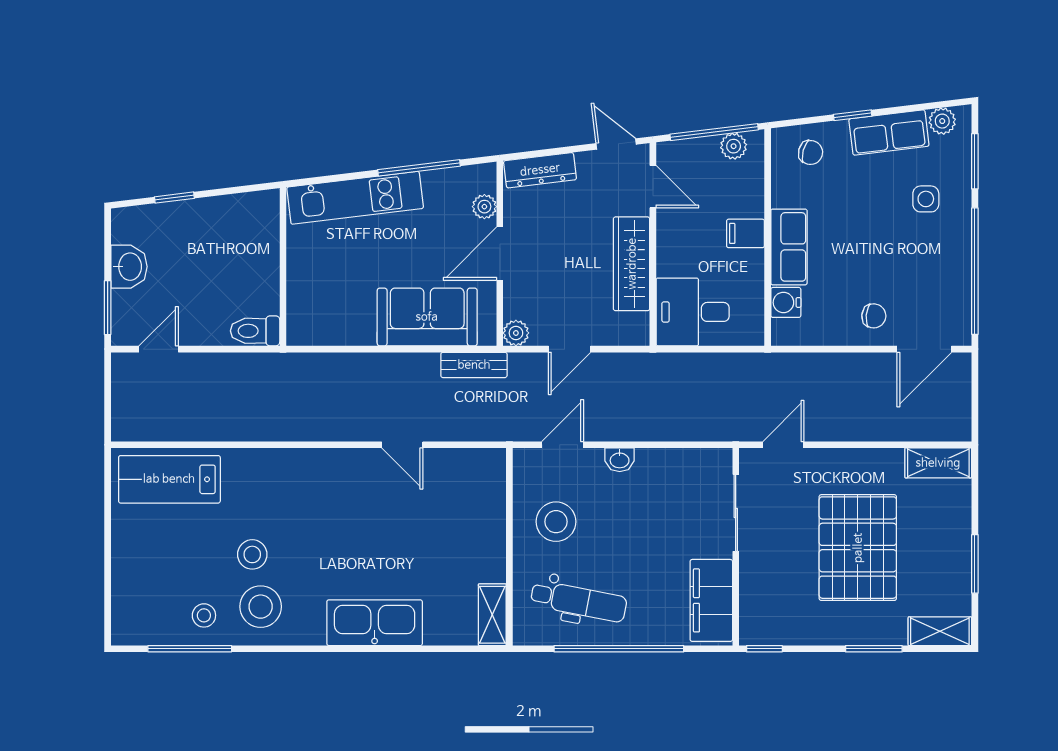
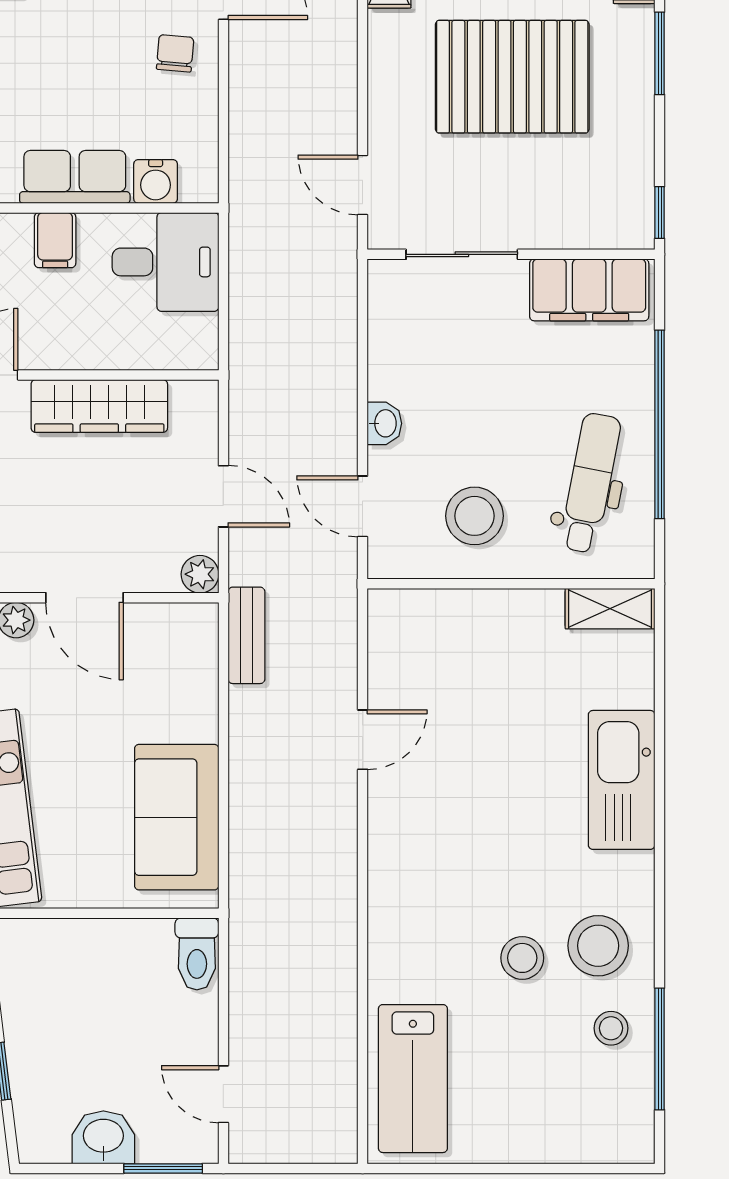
desk: (693, 312) -> (165, 262), moved, turned -90
sofa: (427, 317) -> (177, 817), moved

